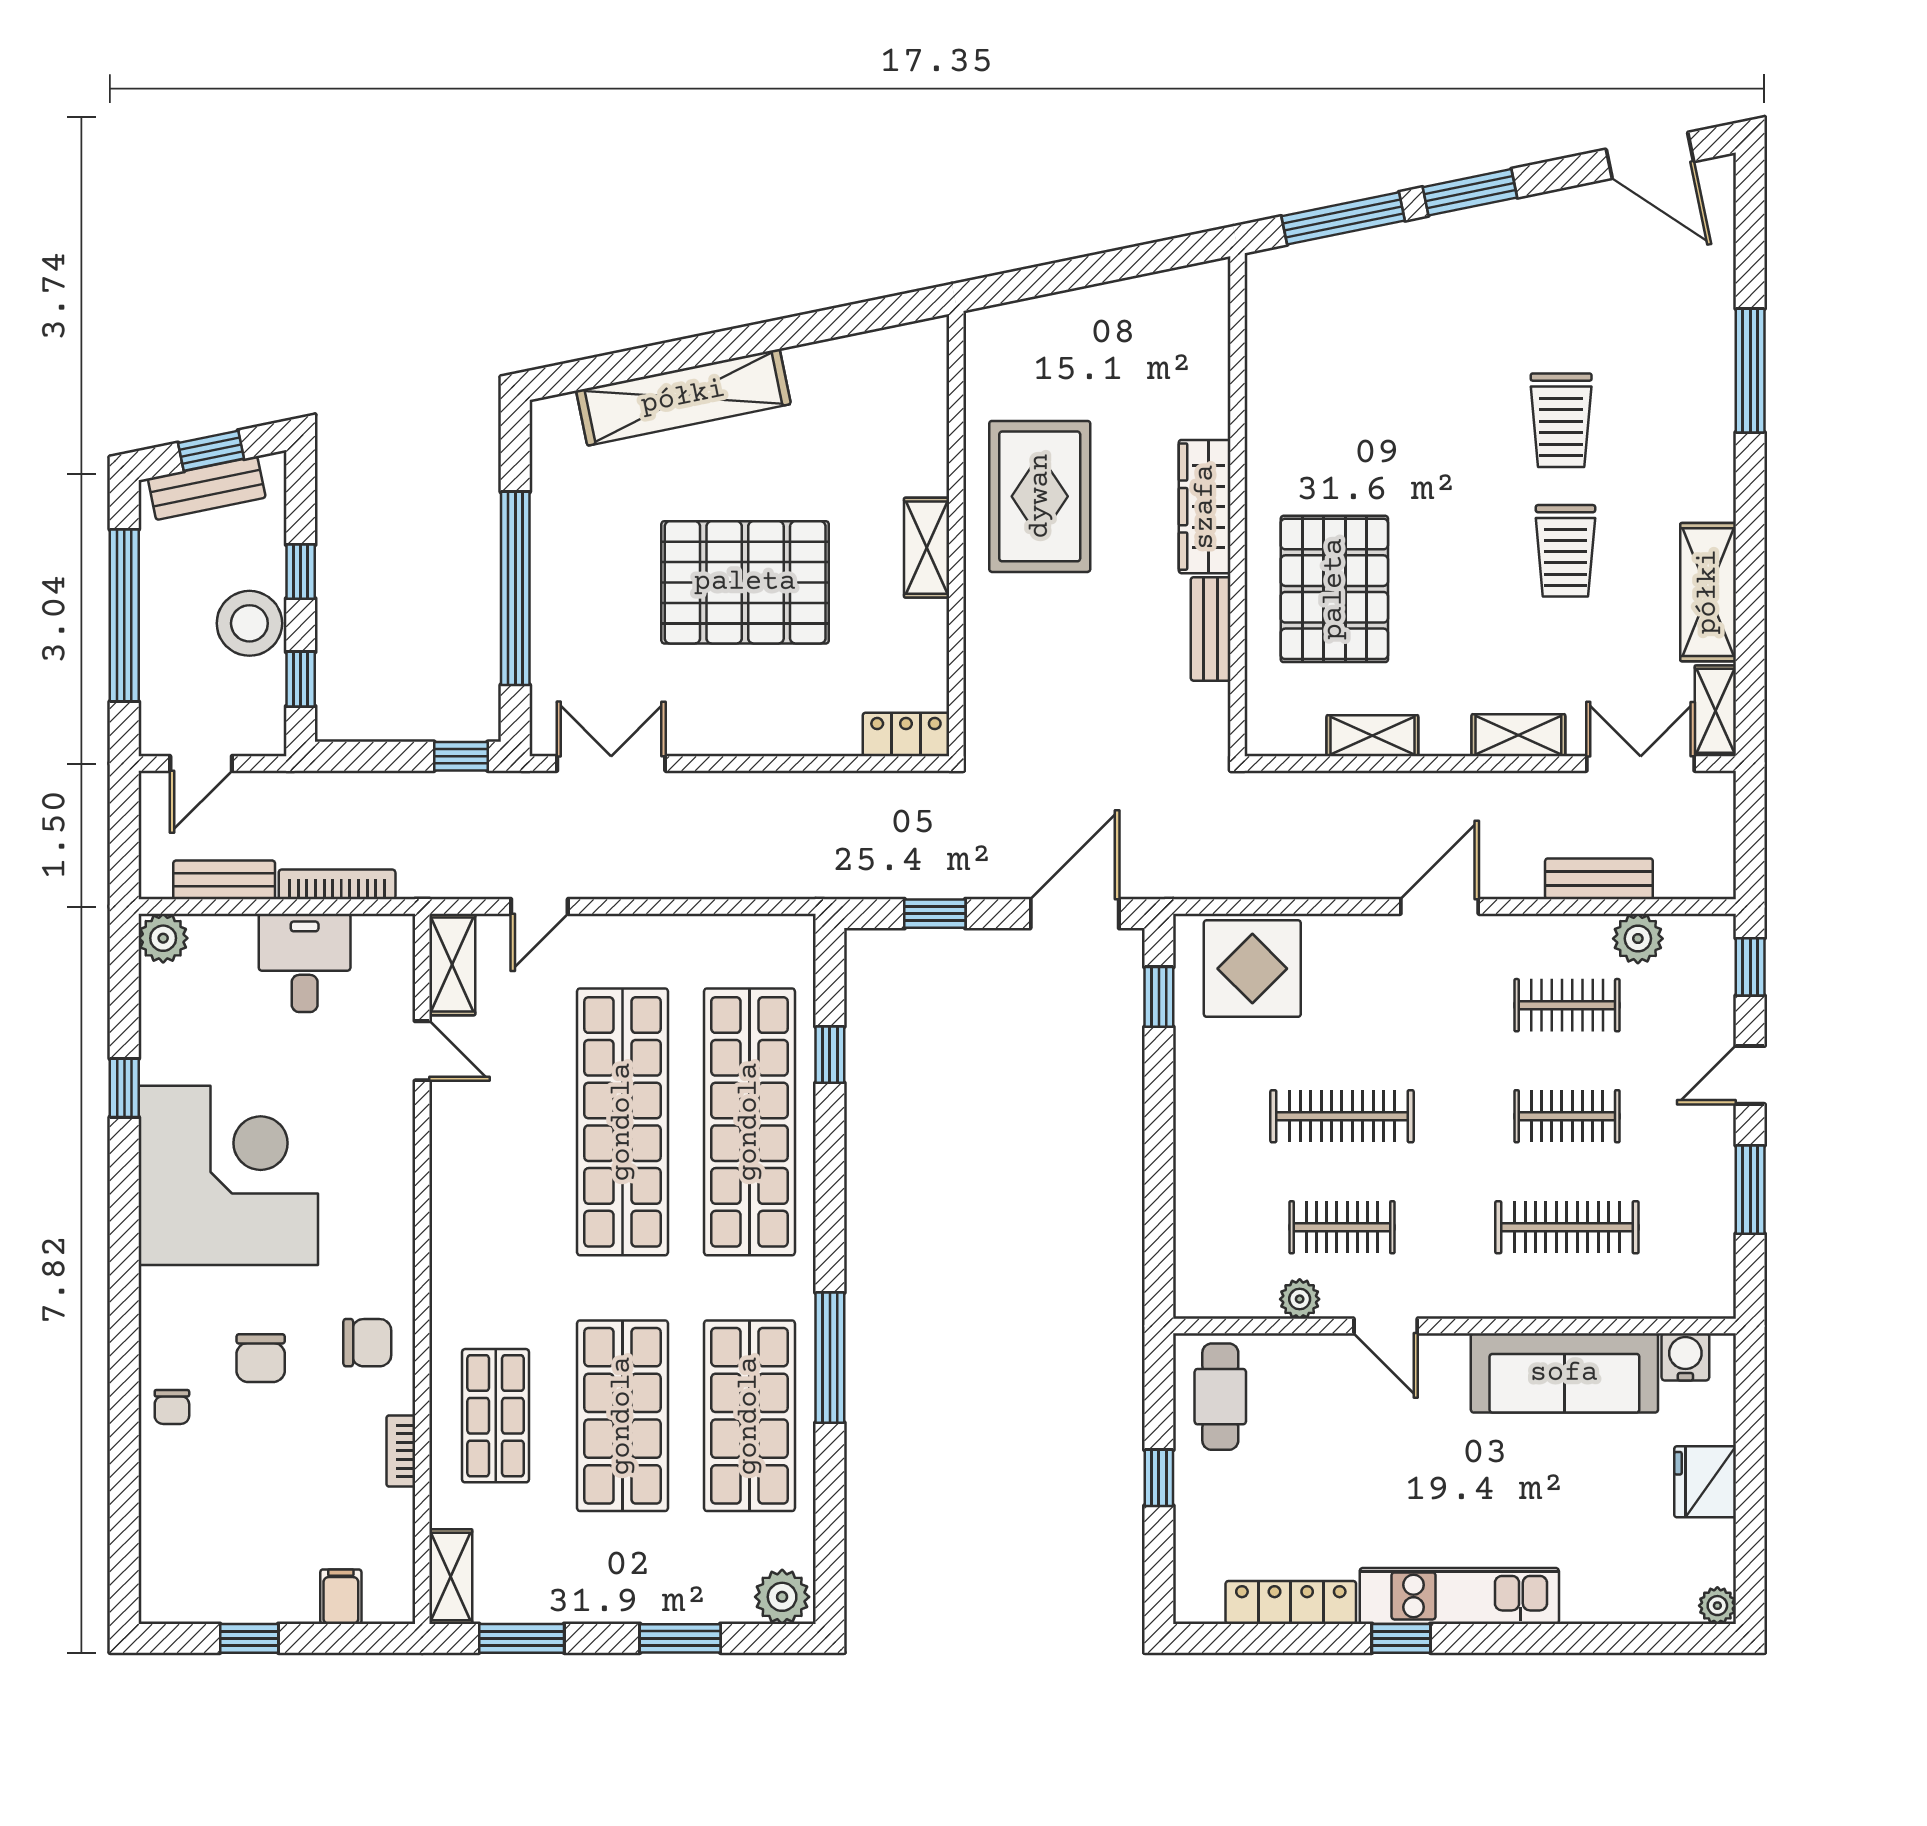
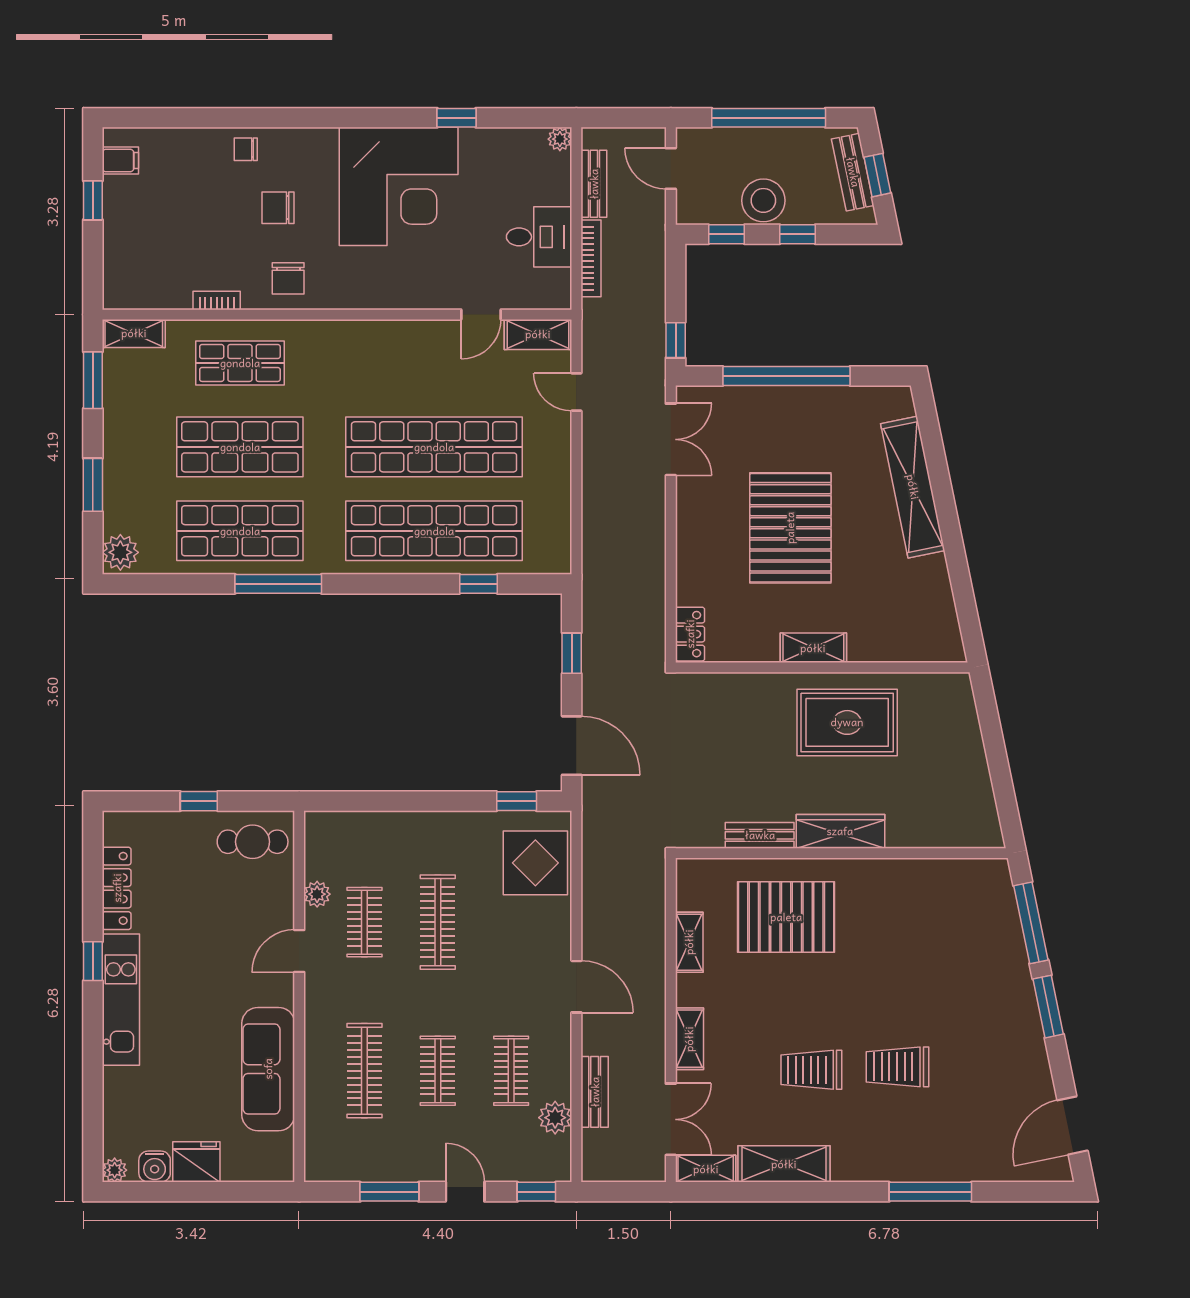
plant: (163, 938) -> (560, 139), width x0.73, depth x0.73
water cooler: (1685, 1357) -> (155, 1167), moved, turned 90
filing cabinet: (341, 1597) -> (120, 160), moved

